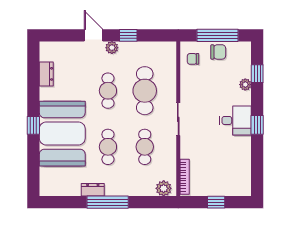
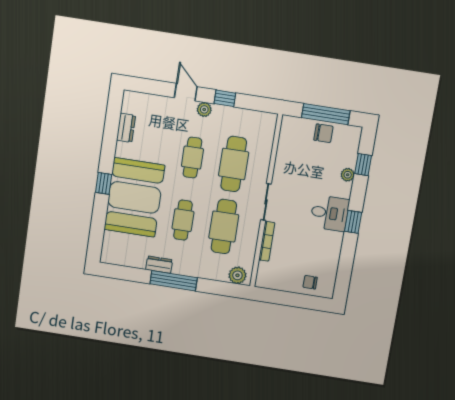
chair: (193, 59) -> (310, 282), moved
cafe table: (145, 147) -> (224, 227), width x1.37, depth x1.35
bookcase: (185, 177) -> (267, 241), moved
window: (216, 202) -> (293, 299), removed

